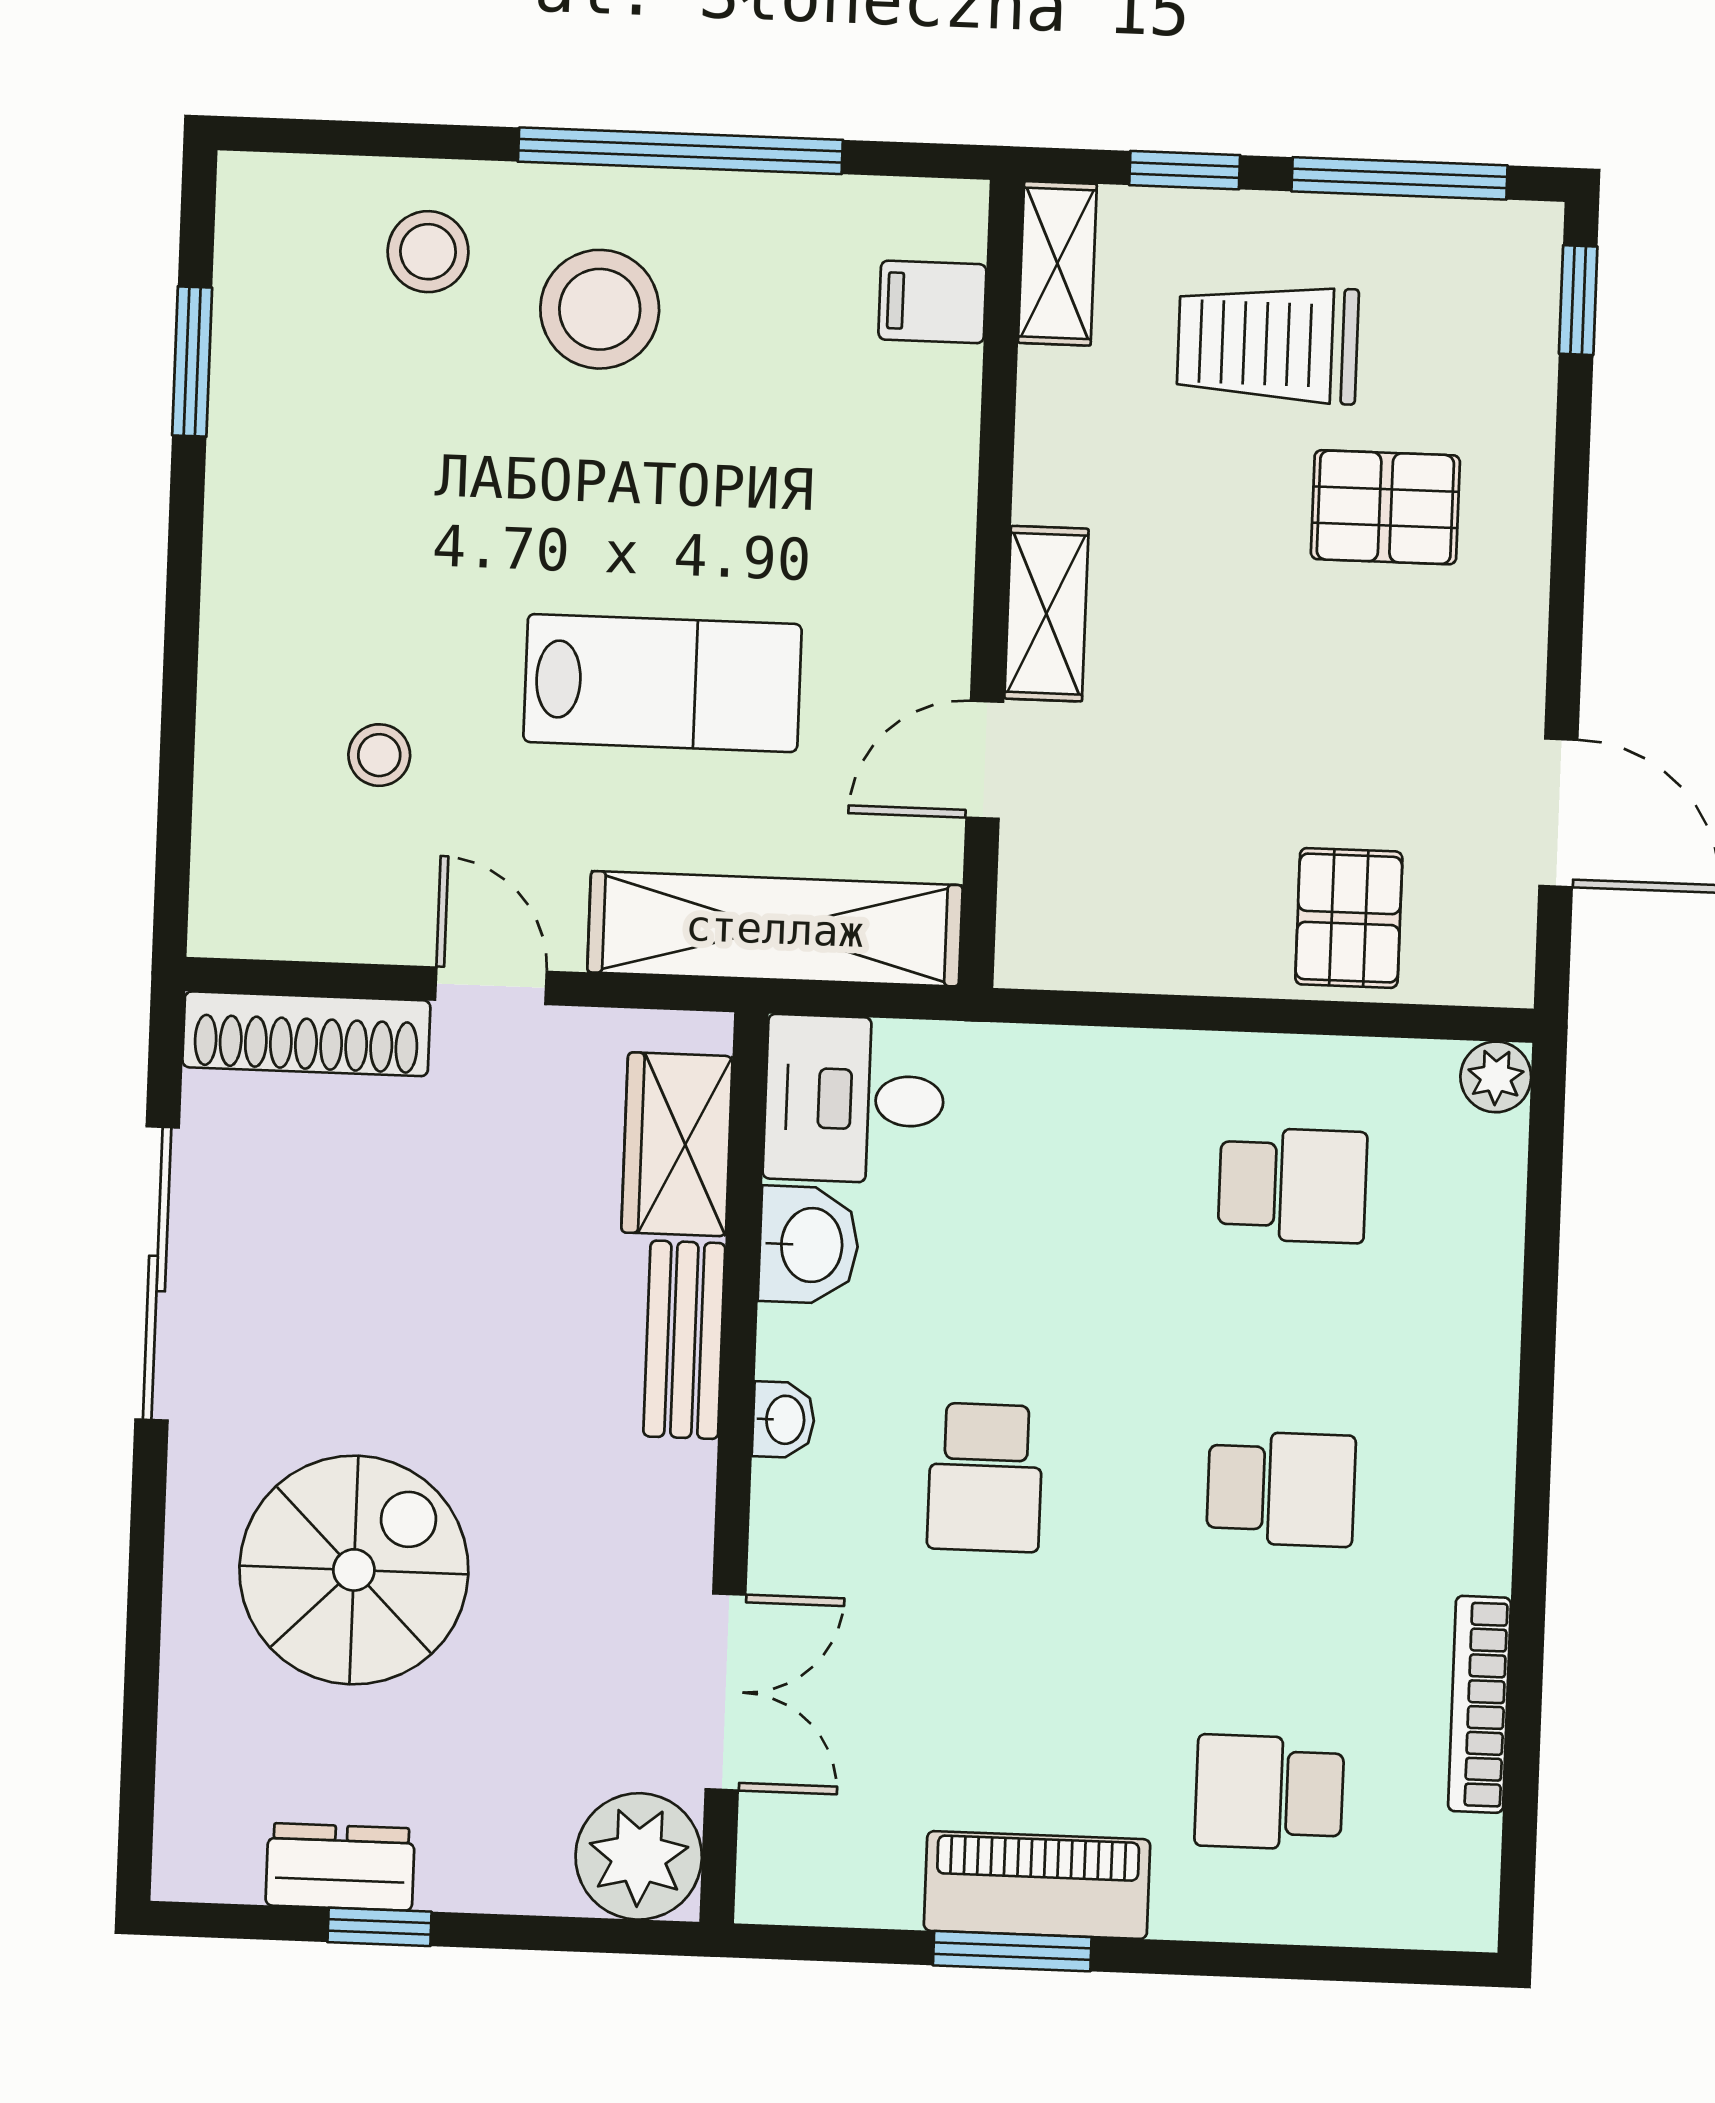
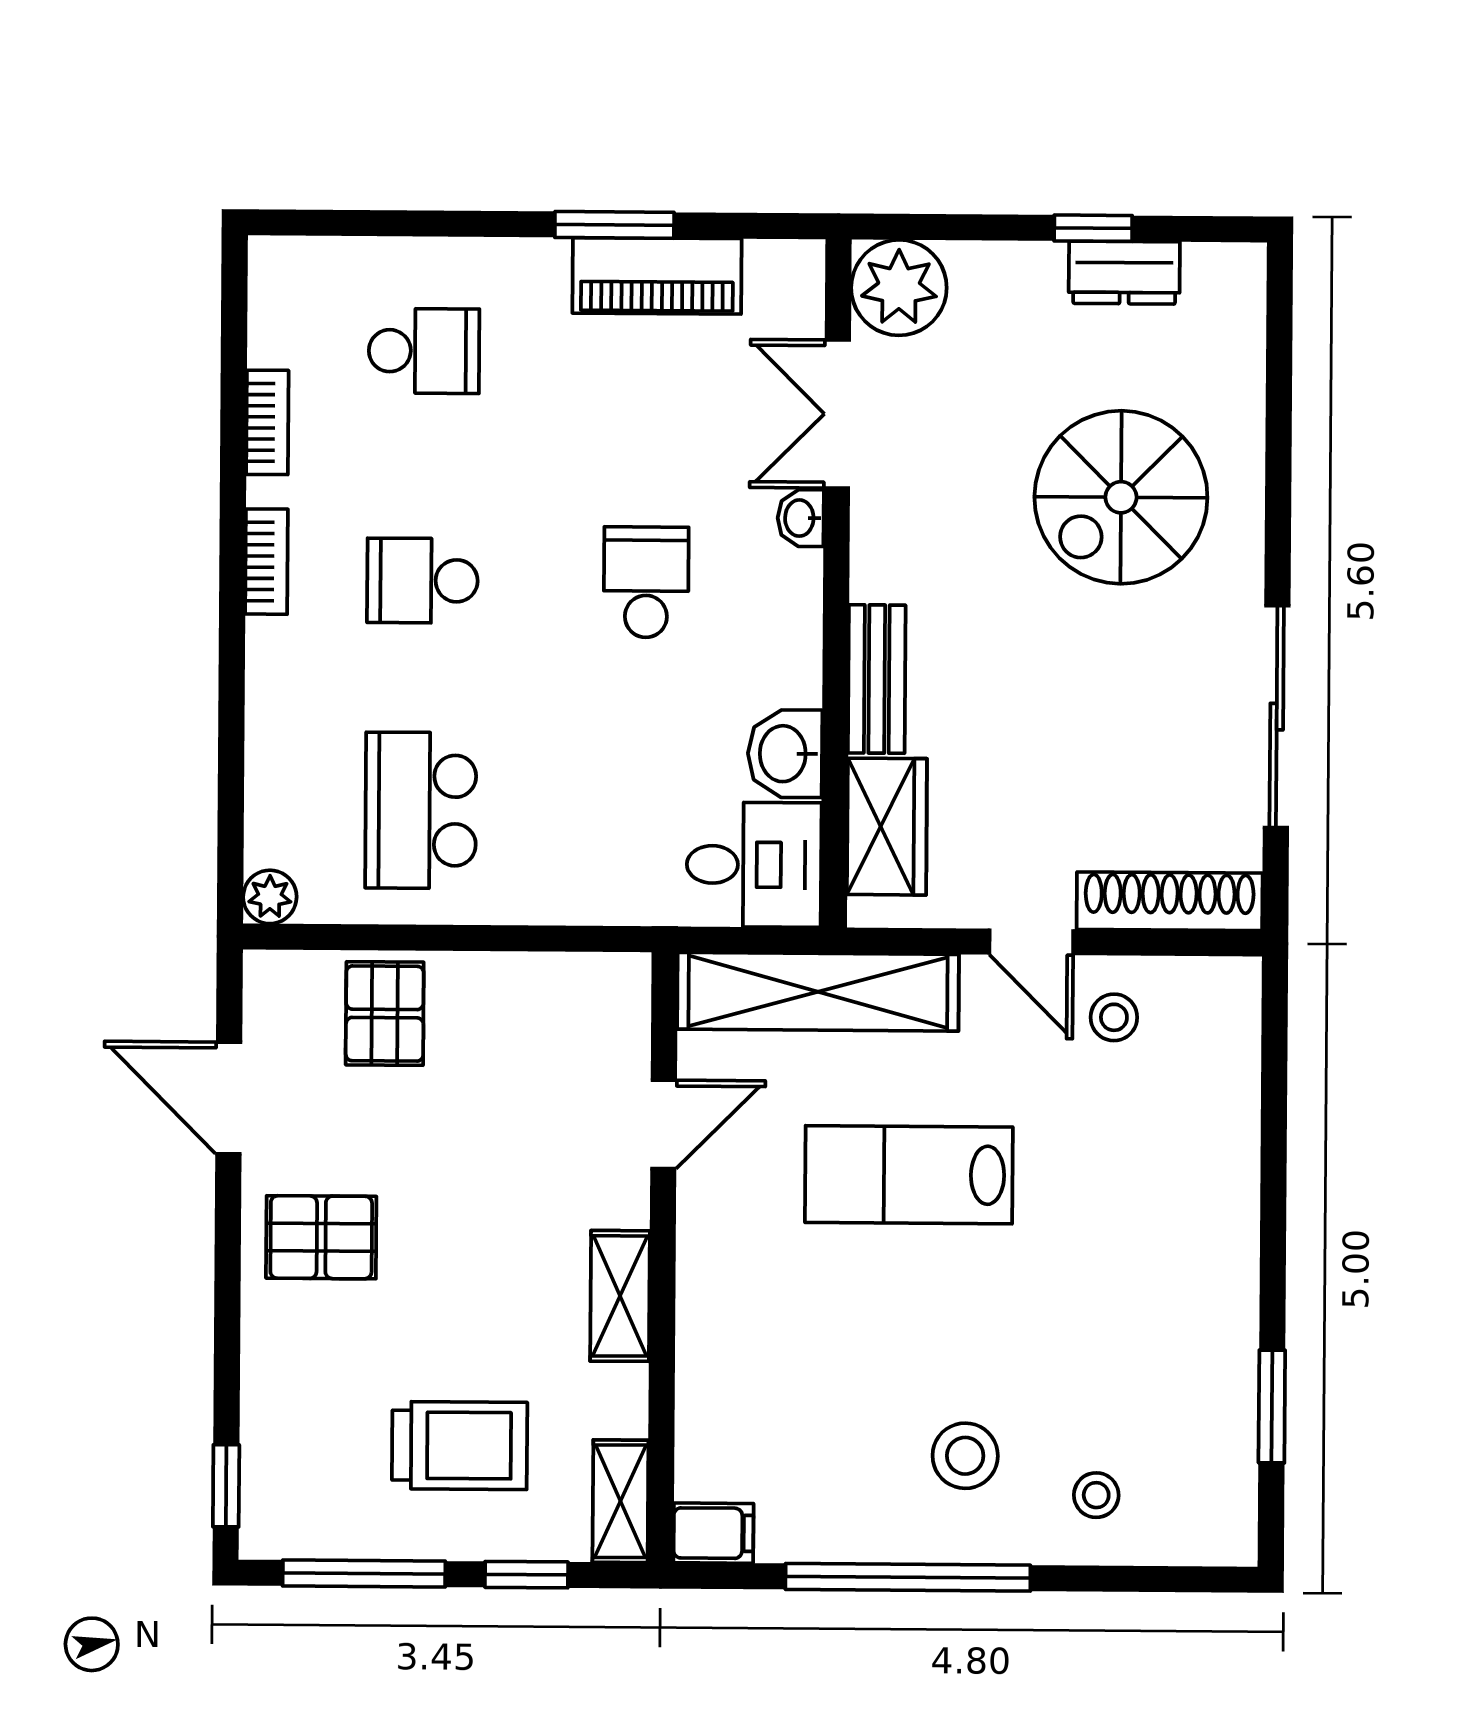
stool: (428, 252) -> (1096, 1495), width x0.73, depth x0.73
filing cabinet: (932, 302) -> (714, 1533), moved
stool: (600, 309) -> (965, 1456), width x0.73, depth x0.73
pallet: (1385, 507) -> (321, 1237), moved
shelving: (1046, 614) -> (620, 1296), moved
stool: (379, 755) -> (1114, 1017), moved
school desk: (1293, 1185) -> (421, 810), width x1.85
washbasin: (783, 1420) -> (801, 518), moved
bookcase: (1486, 1520) -> (266, 562), added
bookcase: (1479, 1704) -> (267, 422), width x0.64
piano: (1037, 1885) -> (657, 276), moved

